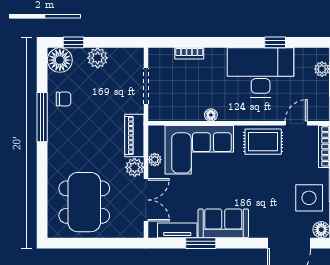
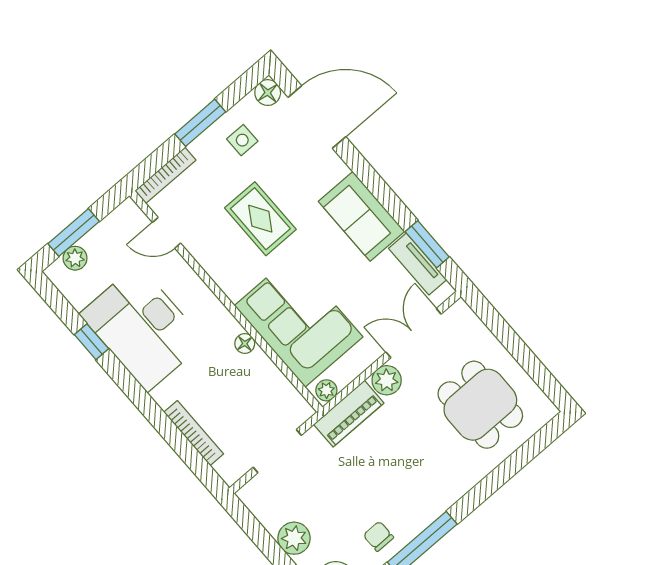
bookcase: (189, 53) -> (194, 433), width x1.56
rug: (263, 142) -> (260, 219), moved
plant: (155, 160) -> (326, 390), moved
side table: (309, 198) -> (242, 140), width x0.54, depth x0.54
dining table: (84, 202) -> (480, 405), width x0.73
window: (201, 243) -> (427, 244), moved

